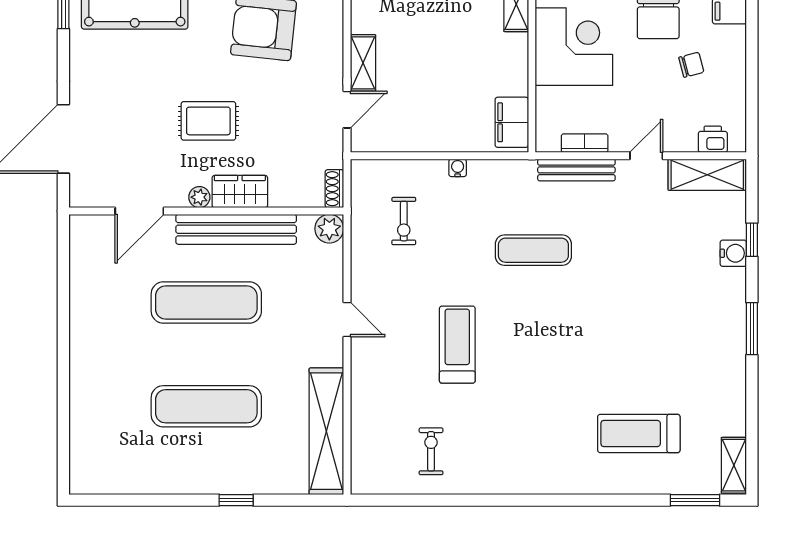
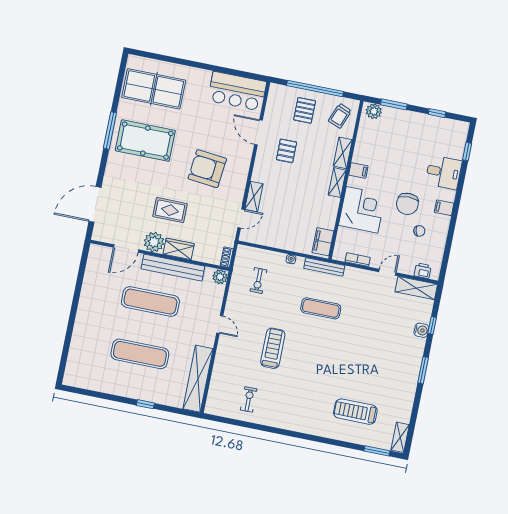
bench: (576, 170) -> (324, 267), moved
plant: (199, 197) -> (154, 242), width x1.88, depth x1.88

